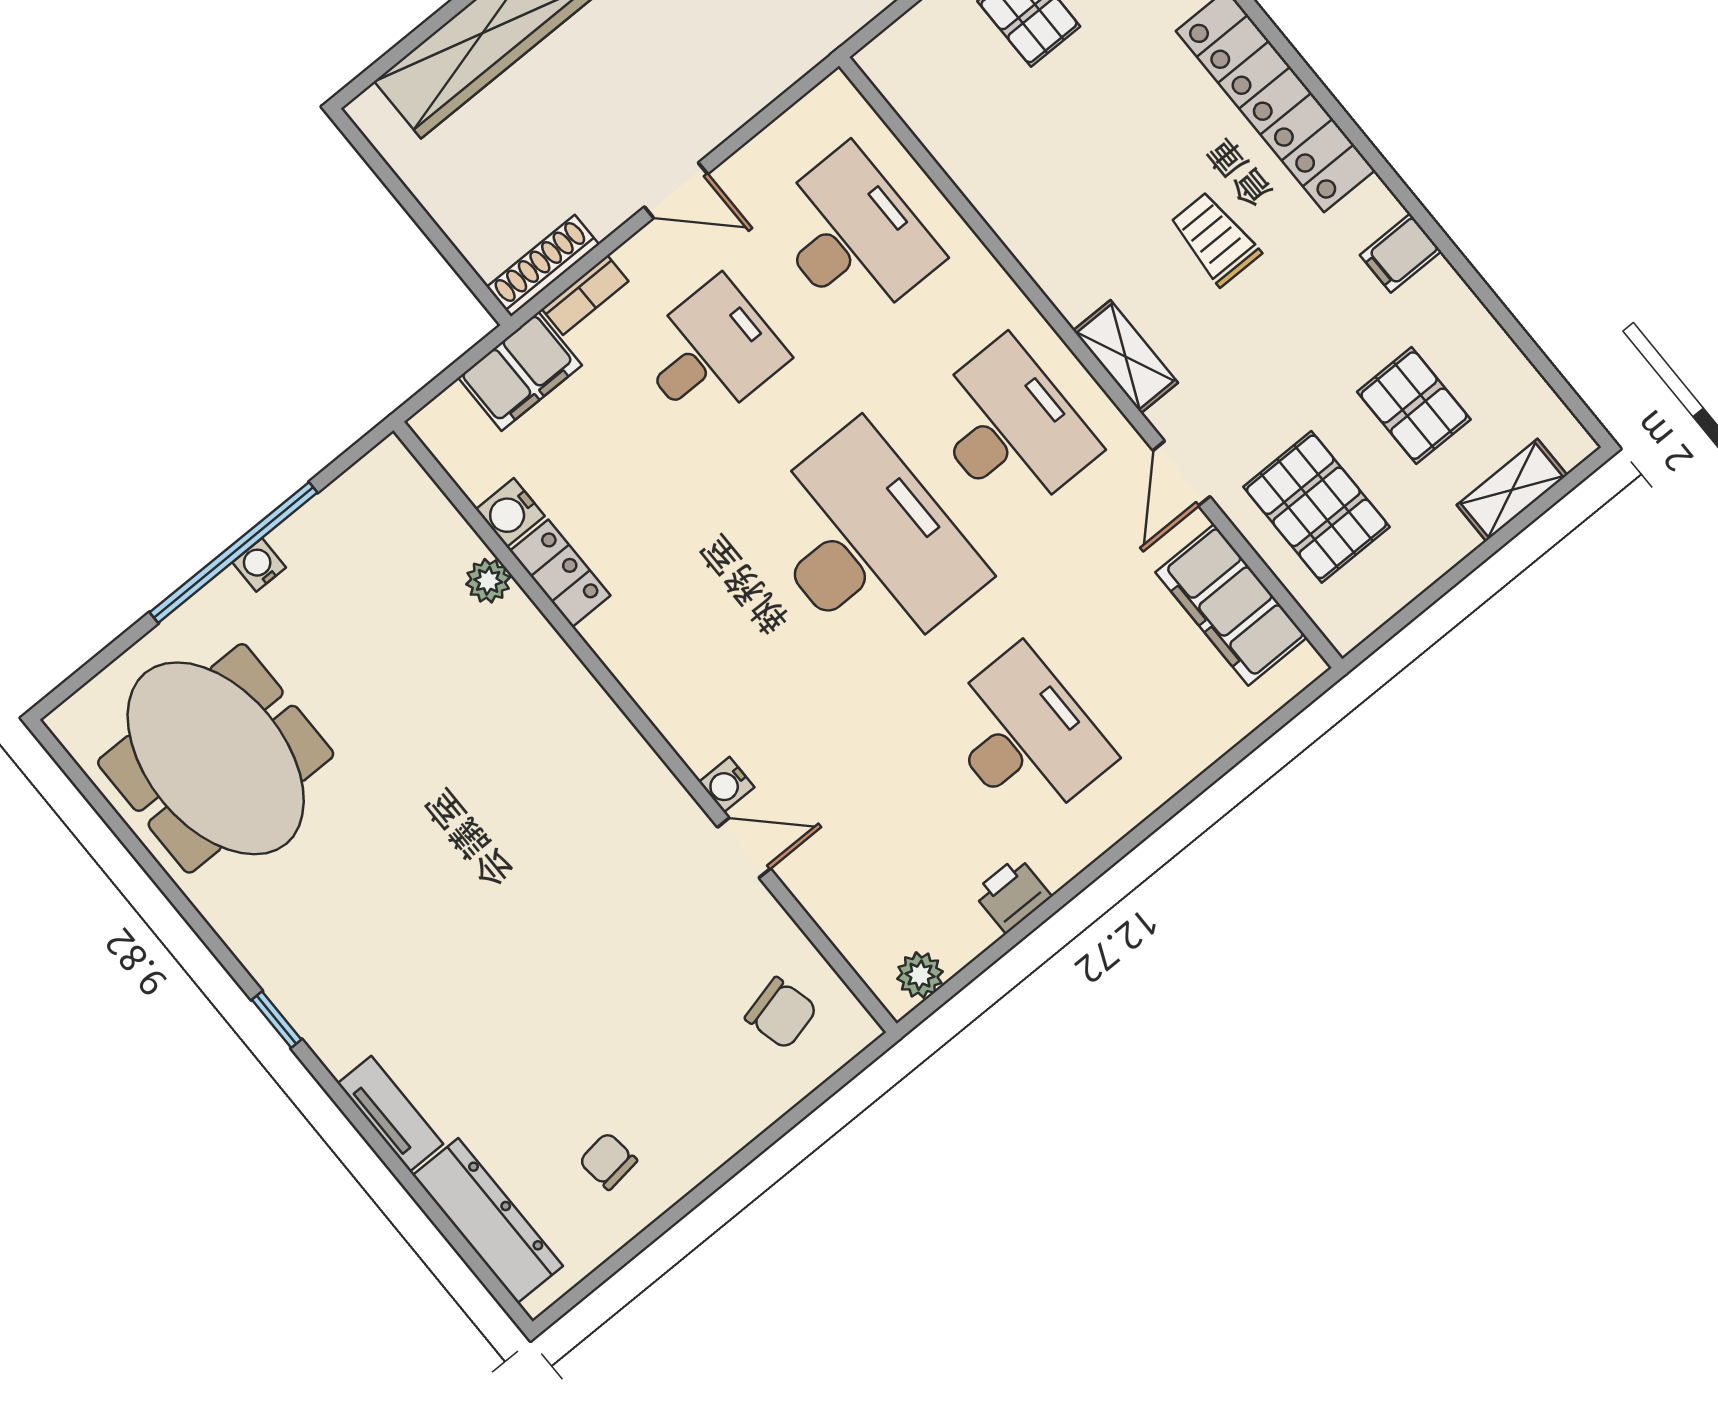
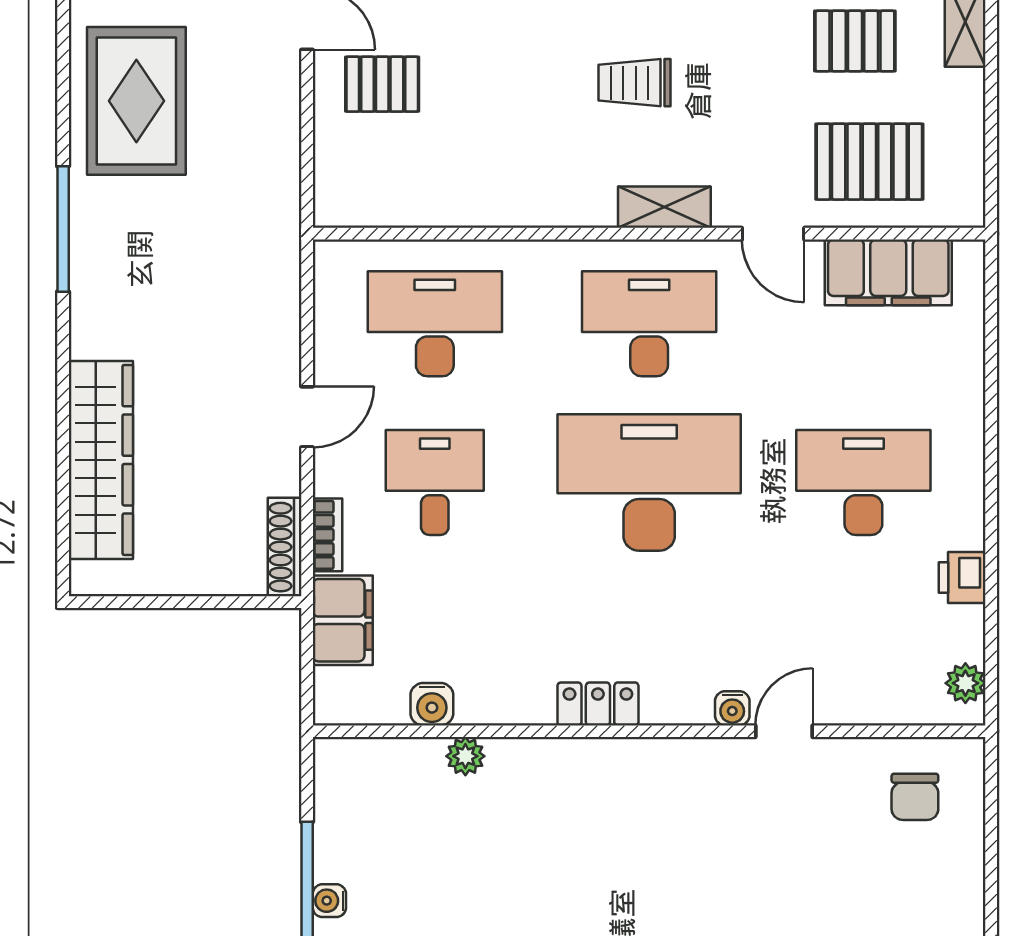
locker: (560, 573) -> (598, 704), moved
chair: (781, 1013) -> (915, 797), turned 104

